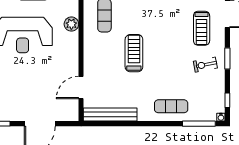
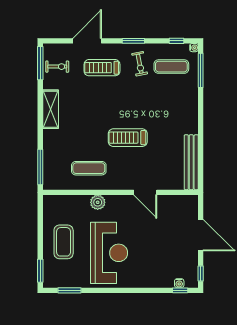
treadmill: (202, 28) -> (102, 68), turned 180
door: (81, 88) -> (145, 192), moved
exercise mat: (171, 106) -> (171, 67), moved, turned 90

